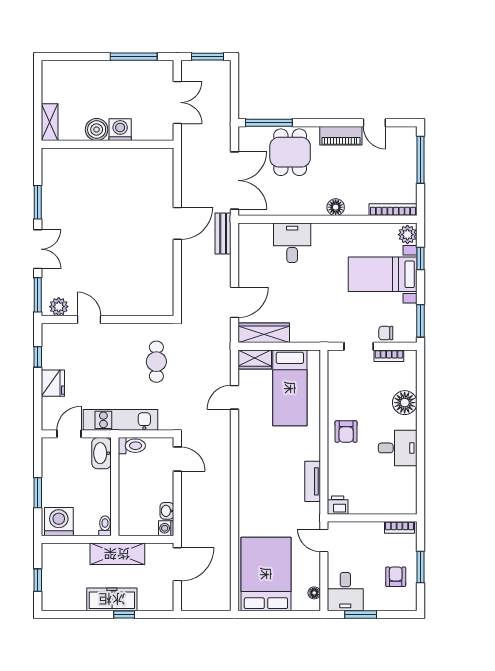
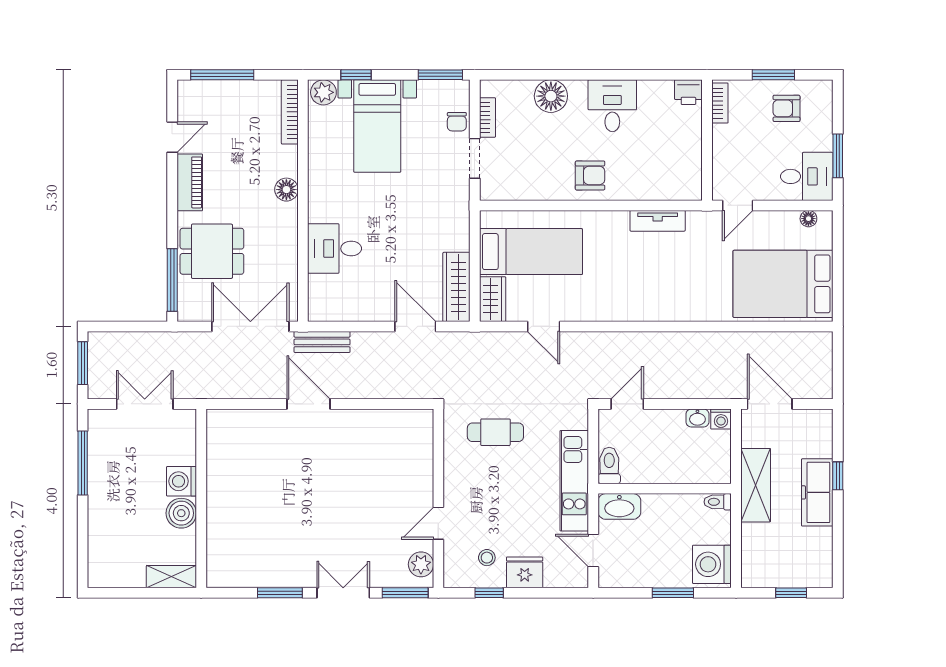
stool: (64, 355) -> (487, 558), added
printer: (338, 505) -> (688, 92), moved, turned -90

